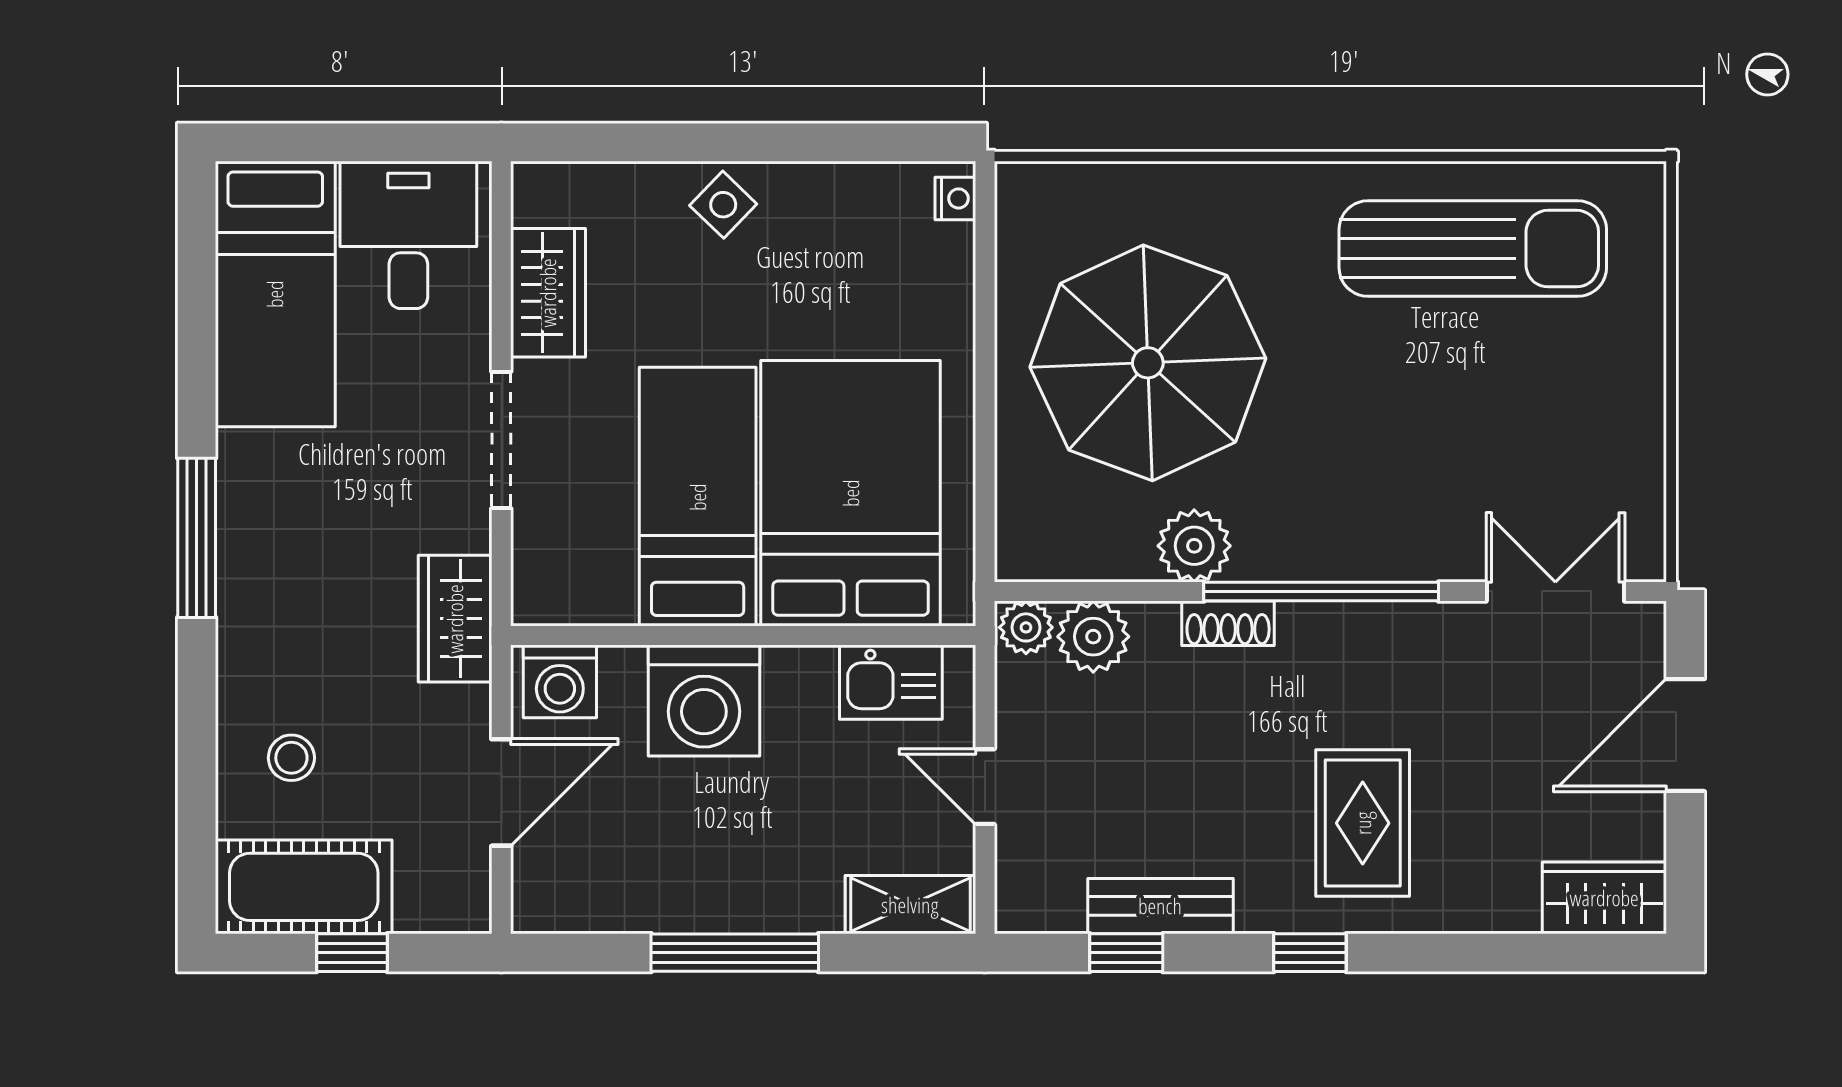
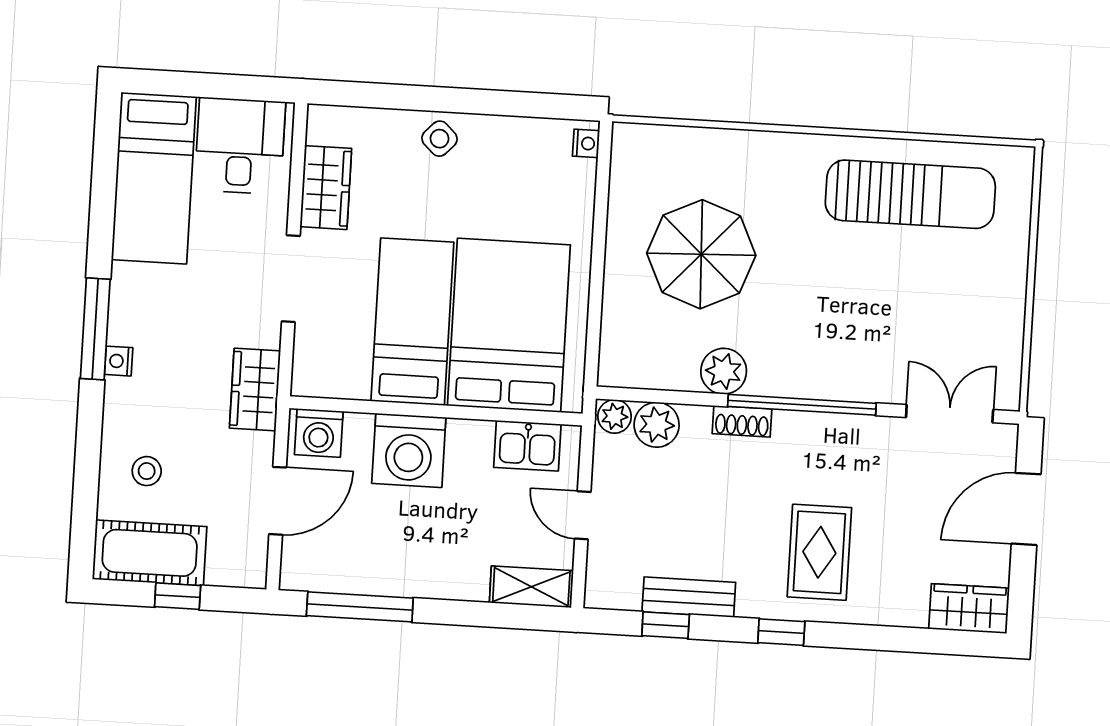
parasol: (1148, 363) -> (701, 254), width x0.73, depth x0.73
nightstand: (237, 587) -> (119, 361), added
window: (735, 953) -> (360, 607), moved

